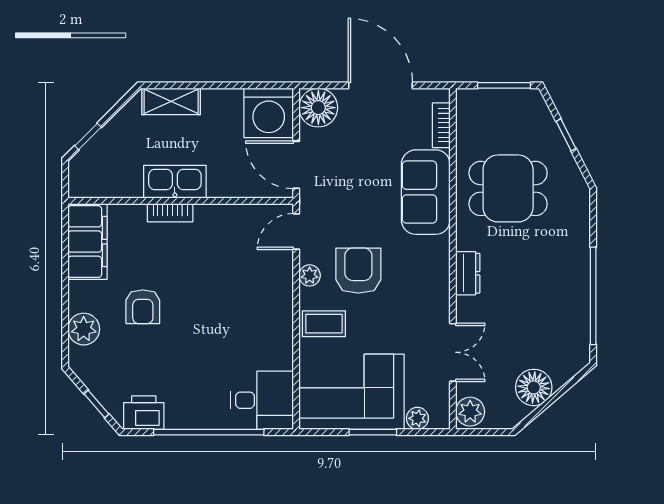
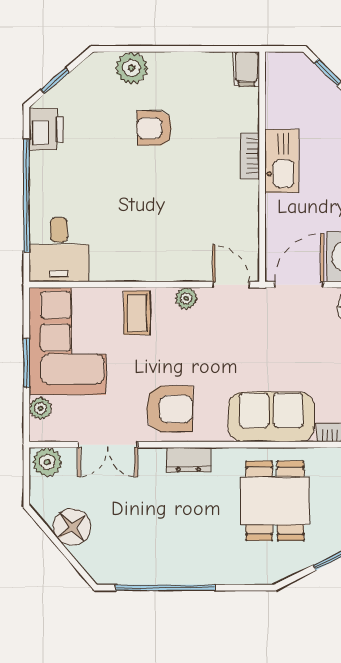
filing cabinet: (87, 242) -> (246, 69), width x0.33, depth x0.86
armchair: (358, 271) -> (170, 409), moved

